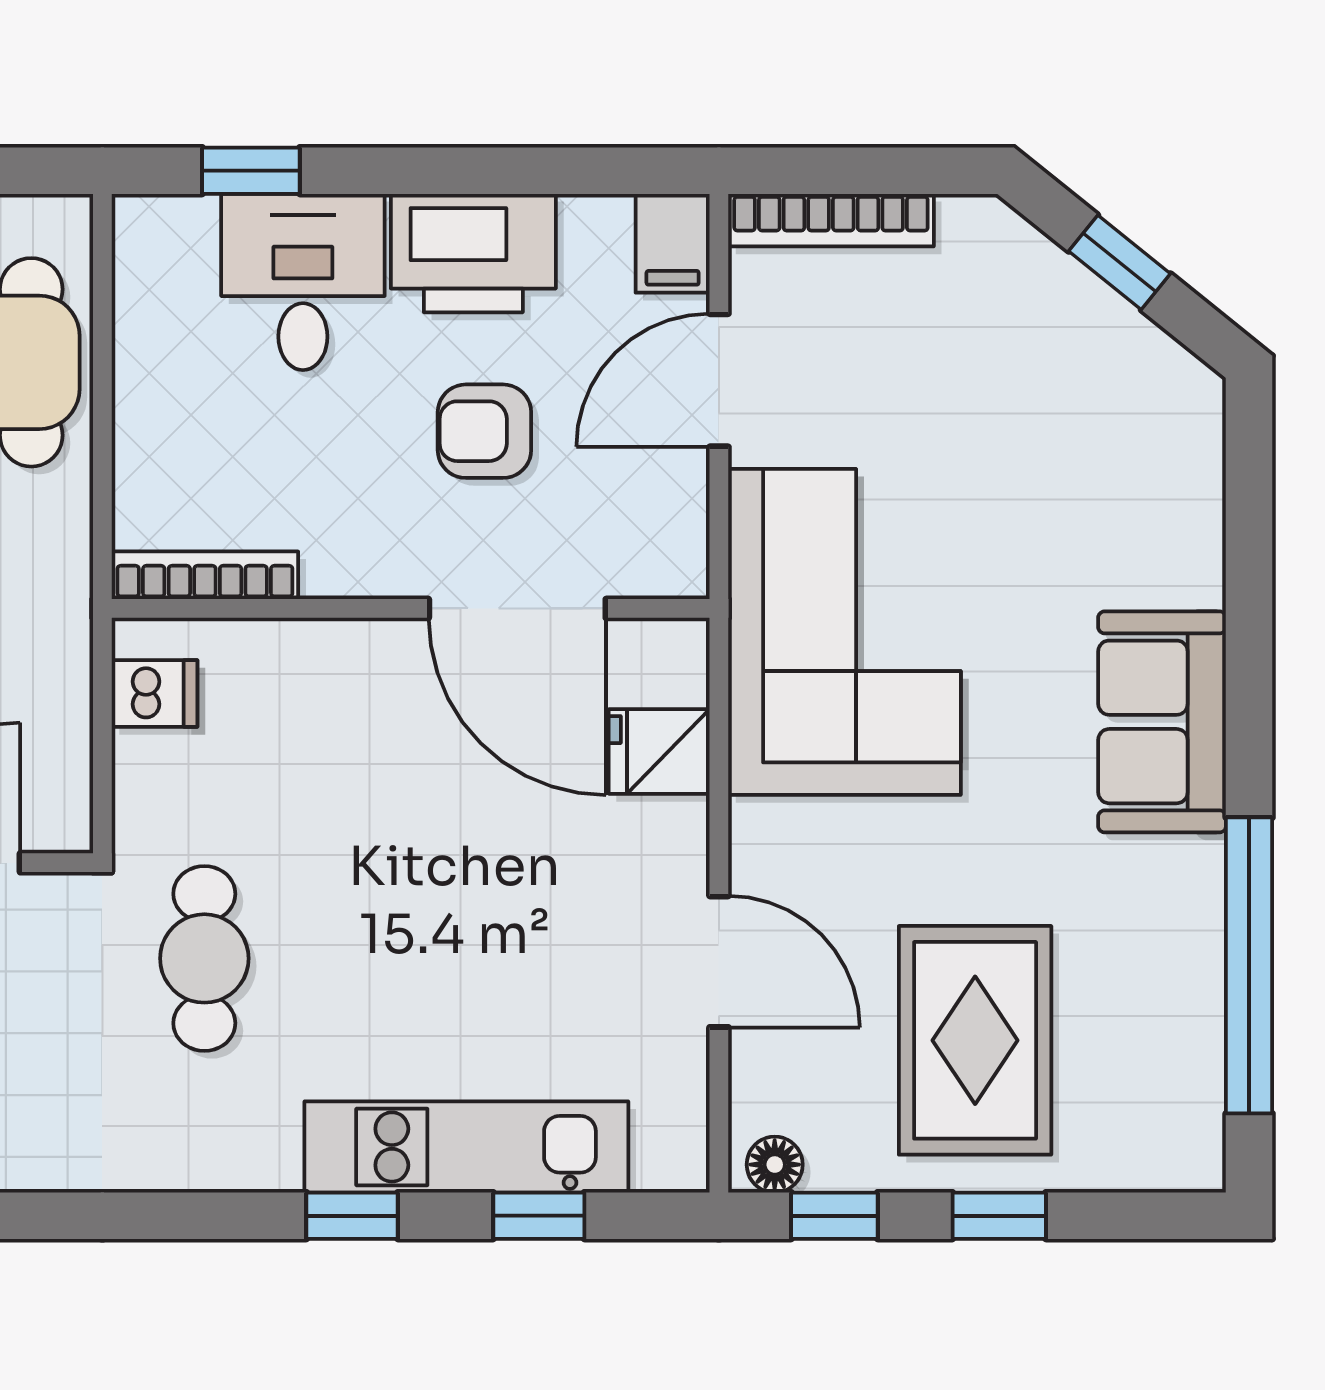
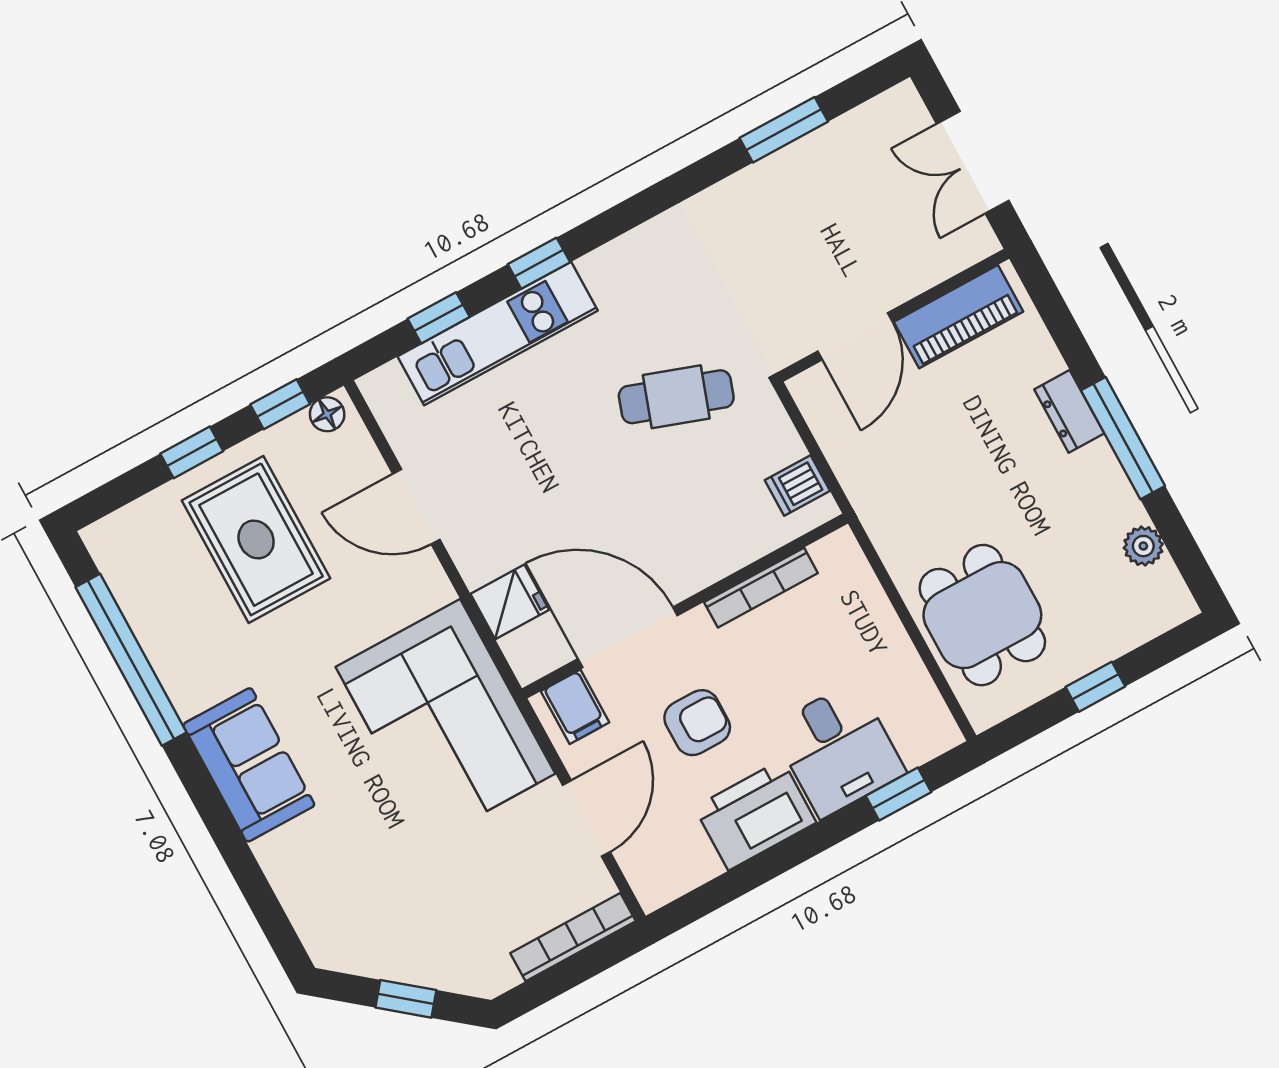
filing cabinet: (673, 243) -> (575, 707), moved, turned 180
bookcase: (205, 575) -> (761, 588), moved
cafe table: (204, 958) -> (676, 397), moved, turned -71

